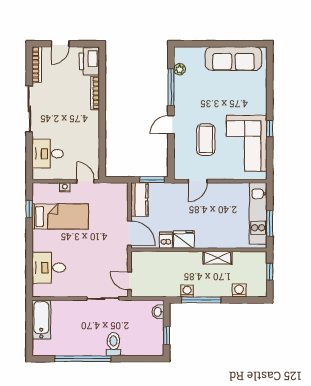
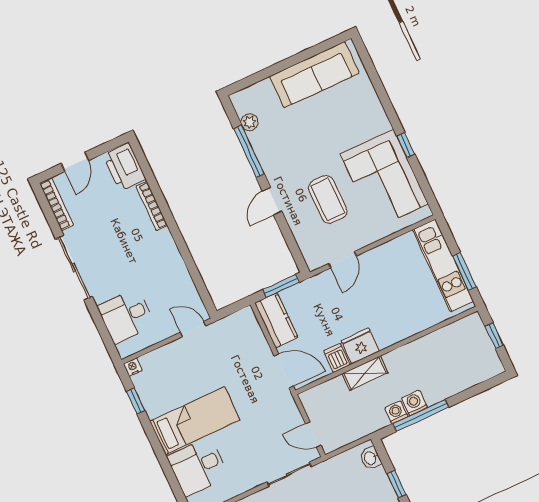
nightstand: (65, 187) -> (133, 367), moved
bed: (60, 216) -> (195, 421), moved
shelving: (218, 258) -> (365, 373), moved
washing machine: (239, 290) -> (414, 403), moved

